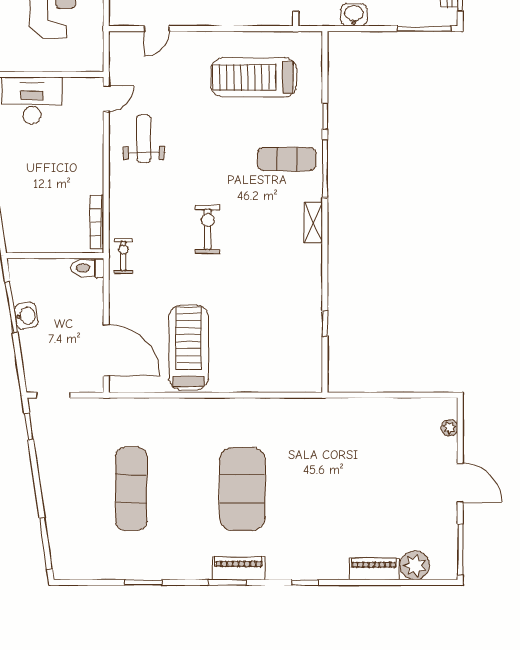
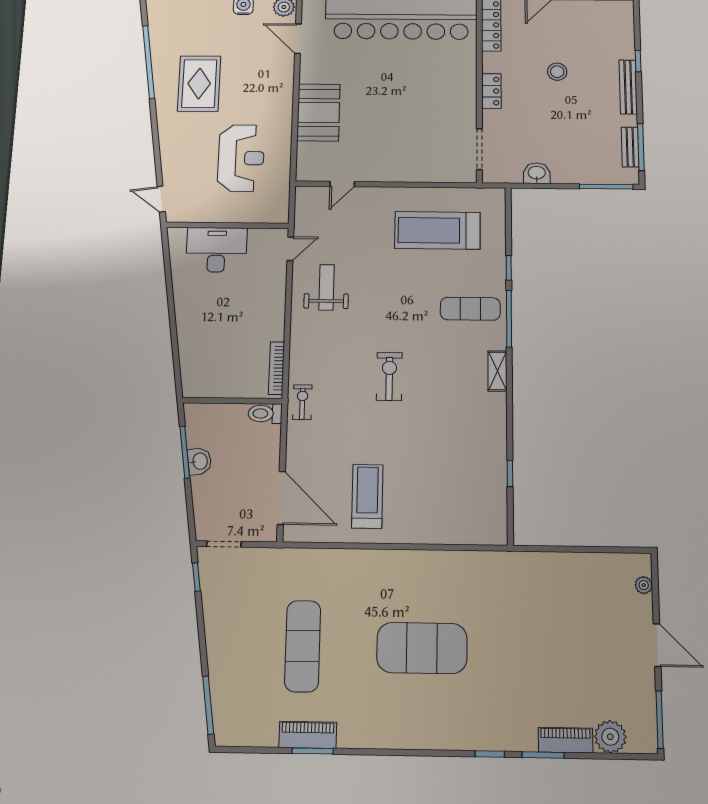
treadmill: (189, 348) -> (367, 496), width x0.73, depth x0.73
exercise mat: (242, 489) -> (422, 648), turned 90
piano: (239, 568) -> (308, 735), moved
window: (227, 582) -> (543, 755), moved

